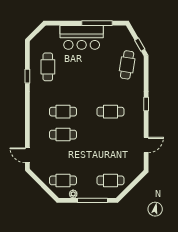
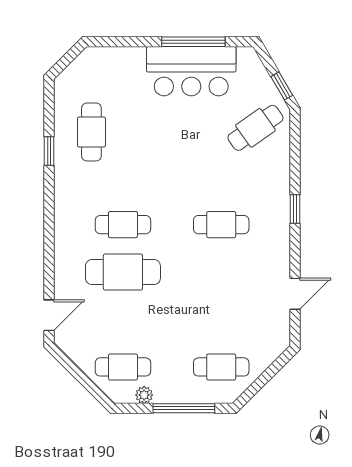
bar counter: (82, 37) -> (191, 71), moved
cafe table: (127, 65) -> (255, 128), turned 46
cafe table: (63, 135) -> (123, 272), width x1.37, depth x1.35
door: (27, 155) -> (49, 315), swing flipped

